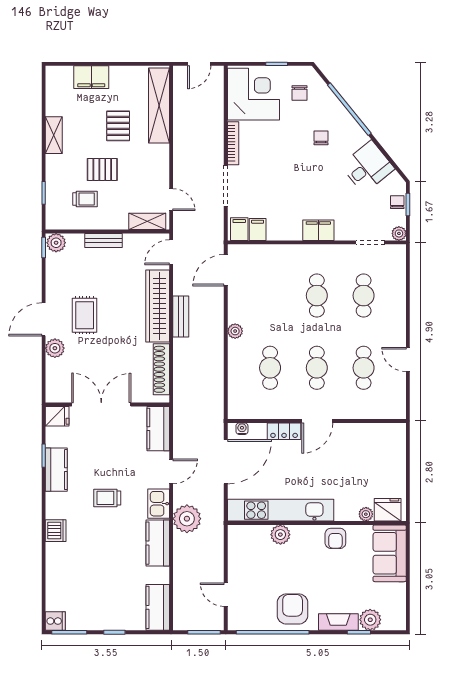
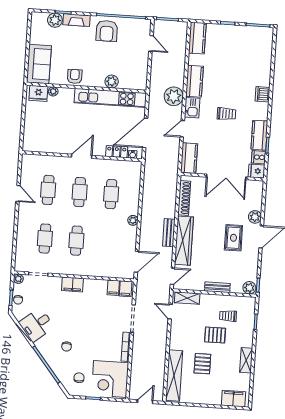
filing cabinet: (91, 77) -> (233, 399), moved
locker: (284, 431) -> (117, 152), moved
cooker: (55, 621) -> (259, 157), moved

